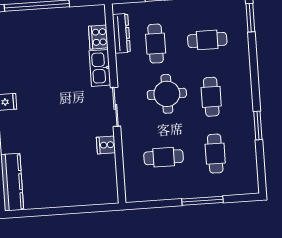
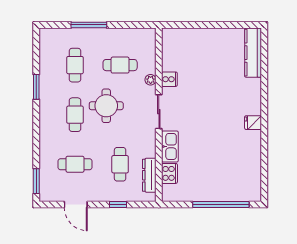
round table: (167, 94) -> (106, 106), moved
plant: (127, 143) -> (151, 80), added

